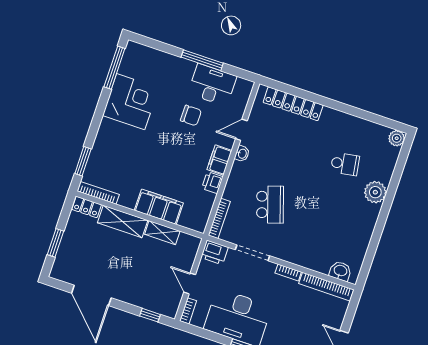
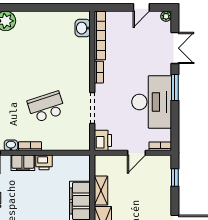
bookcase: (219, 218) -> (30, 146), moved, width x0.64

